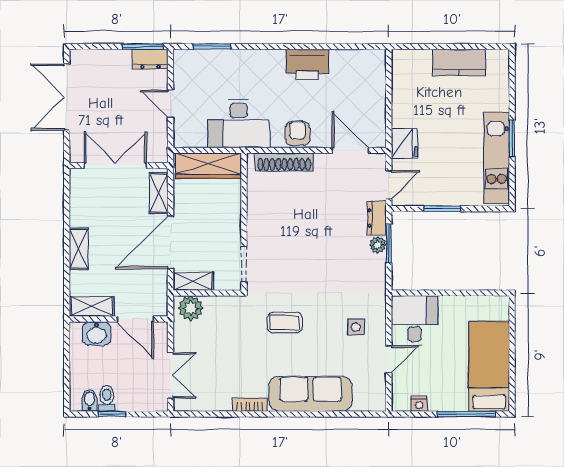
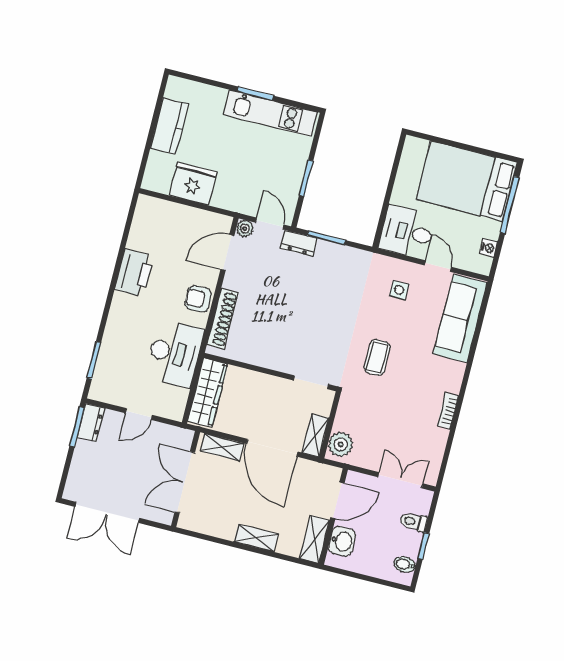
fridge: (404, 144) -> (193, 184), moved, width x1.36, depth x1.34
plant: (378, 245) -> (245, 229), moved
bed: (489, 366) -> (467, 181), width x1.50
sofa: (311, 394) -> (460, 318), moved
toilet: (107, 398) -> (413, 522), moved

